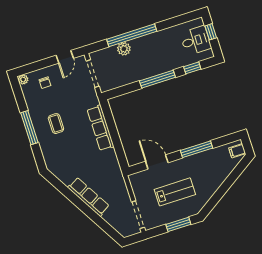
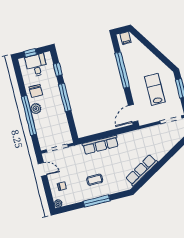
chair: (163, 42) -> (36, 91), added
plant: (124, 49) -> (36, 109), moved
window: (197, 149) -> (122, 70), width x1.46
door: (157, 162) -> (133, 113), moved
row of seats: (88, 197) -> (142, 170), moved

